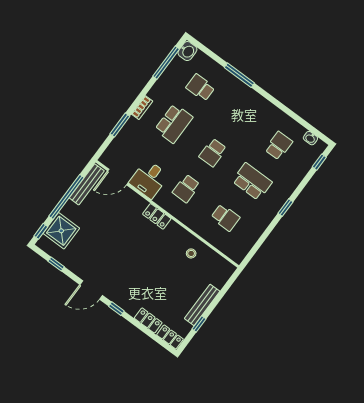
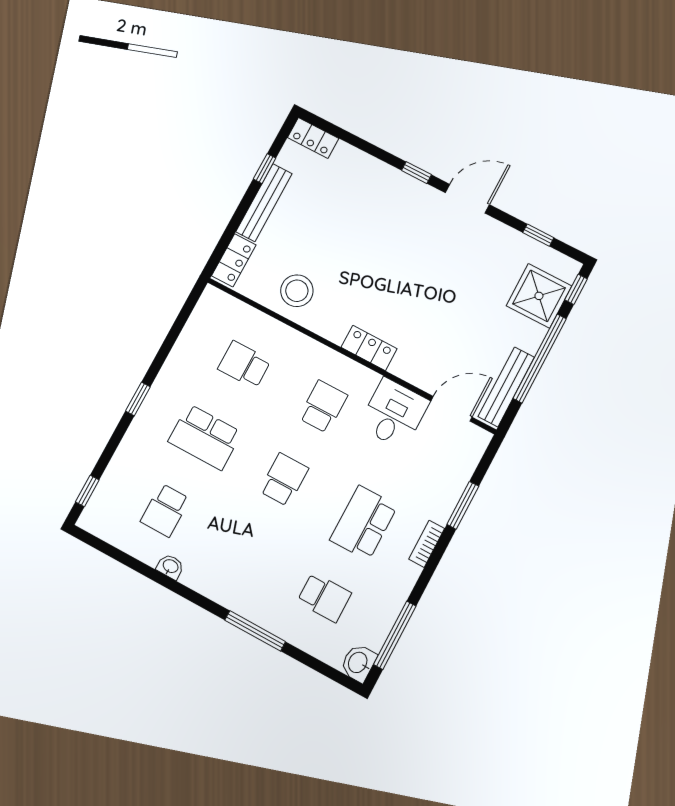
washbasin: (310, 138) -> (170, 567), moved
stool: (191, 253) -> (297, 291), width x1.89, depth x1.89
locker: (148, 320) -> (234, 260), moved, turned -90

